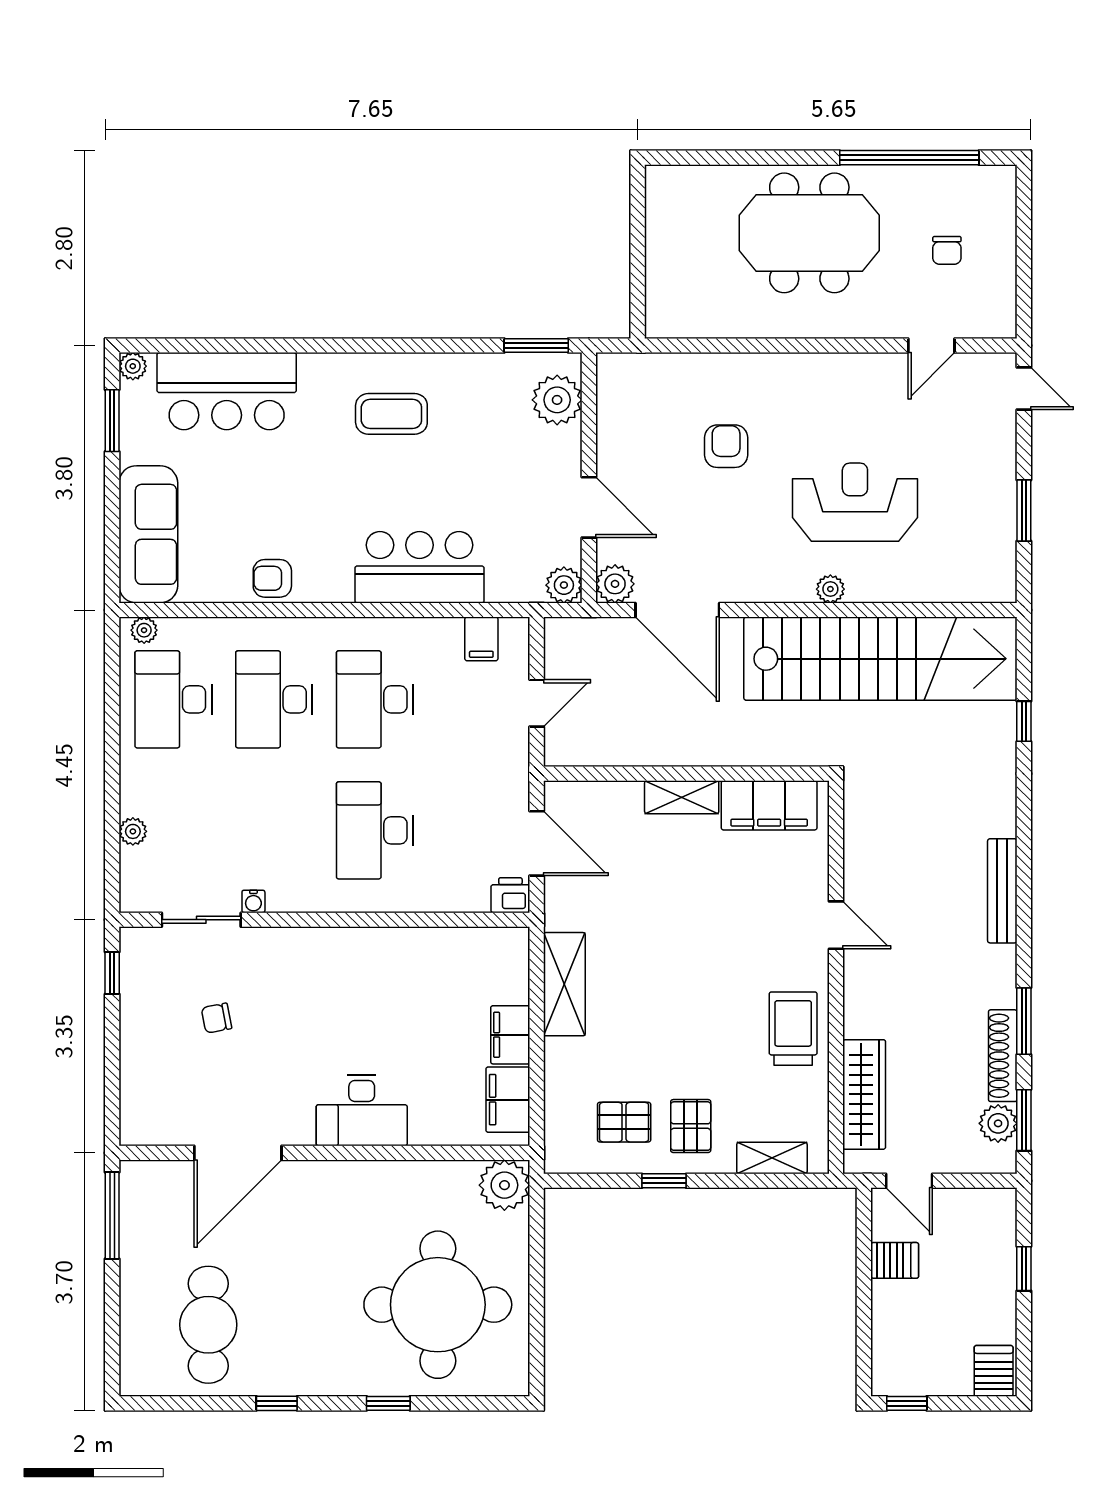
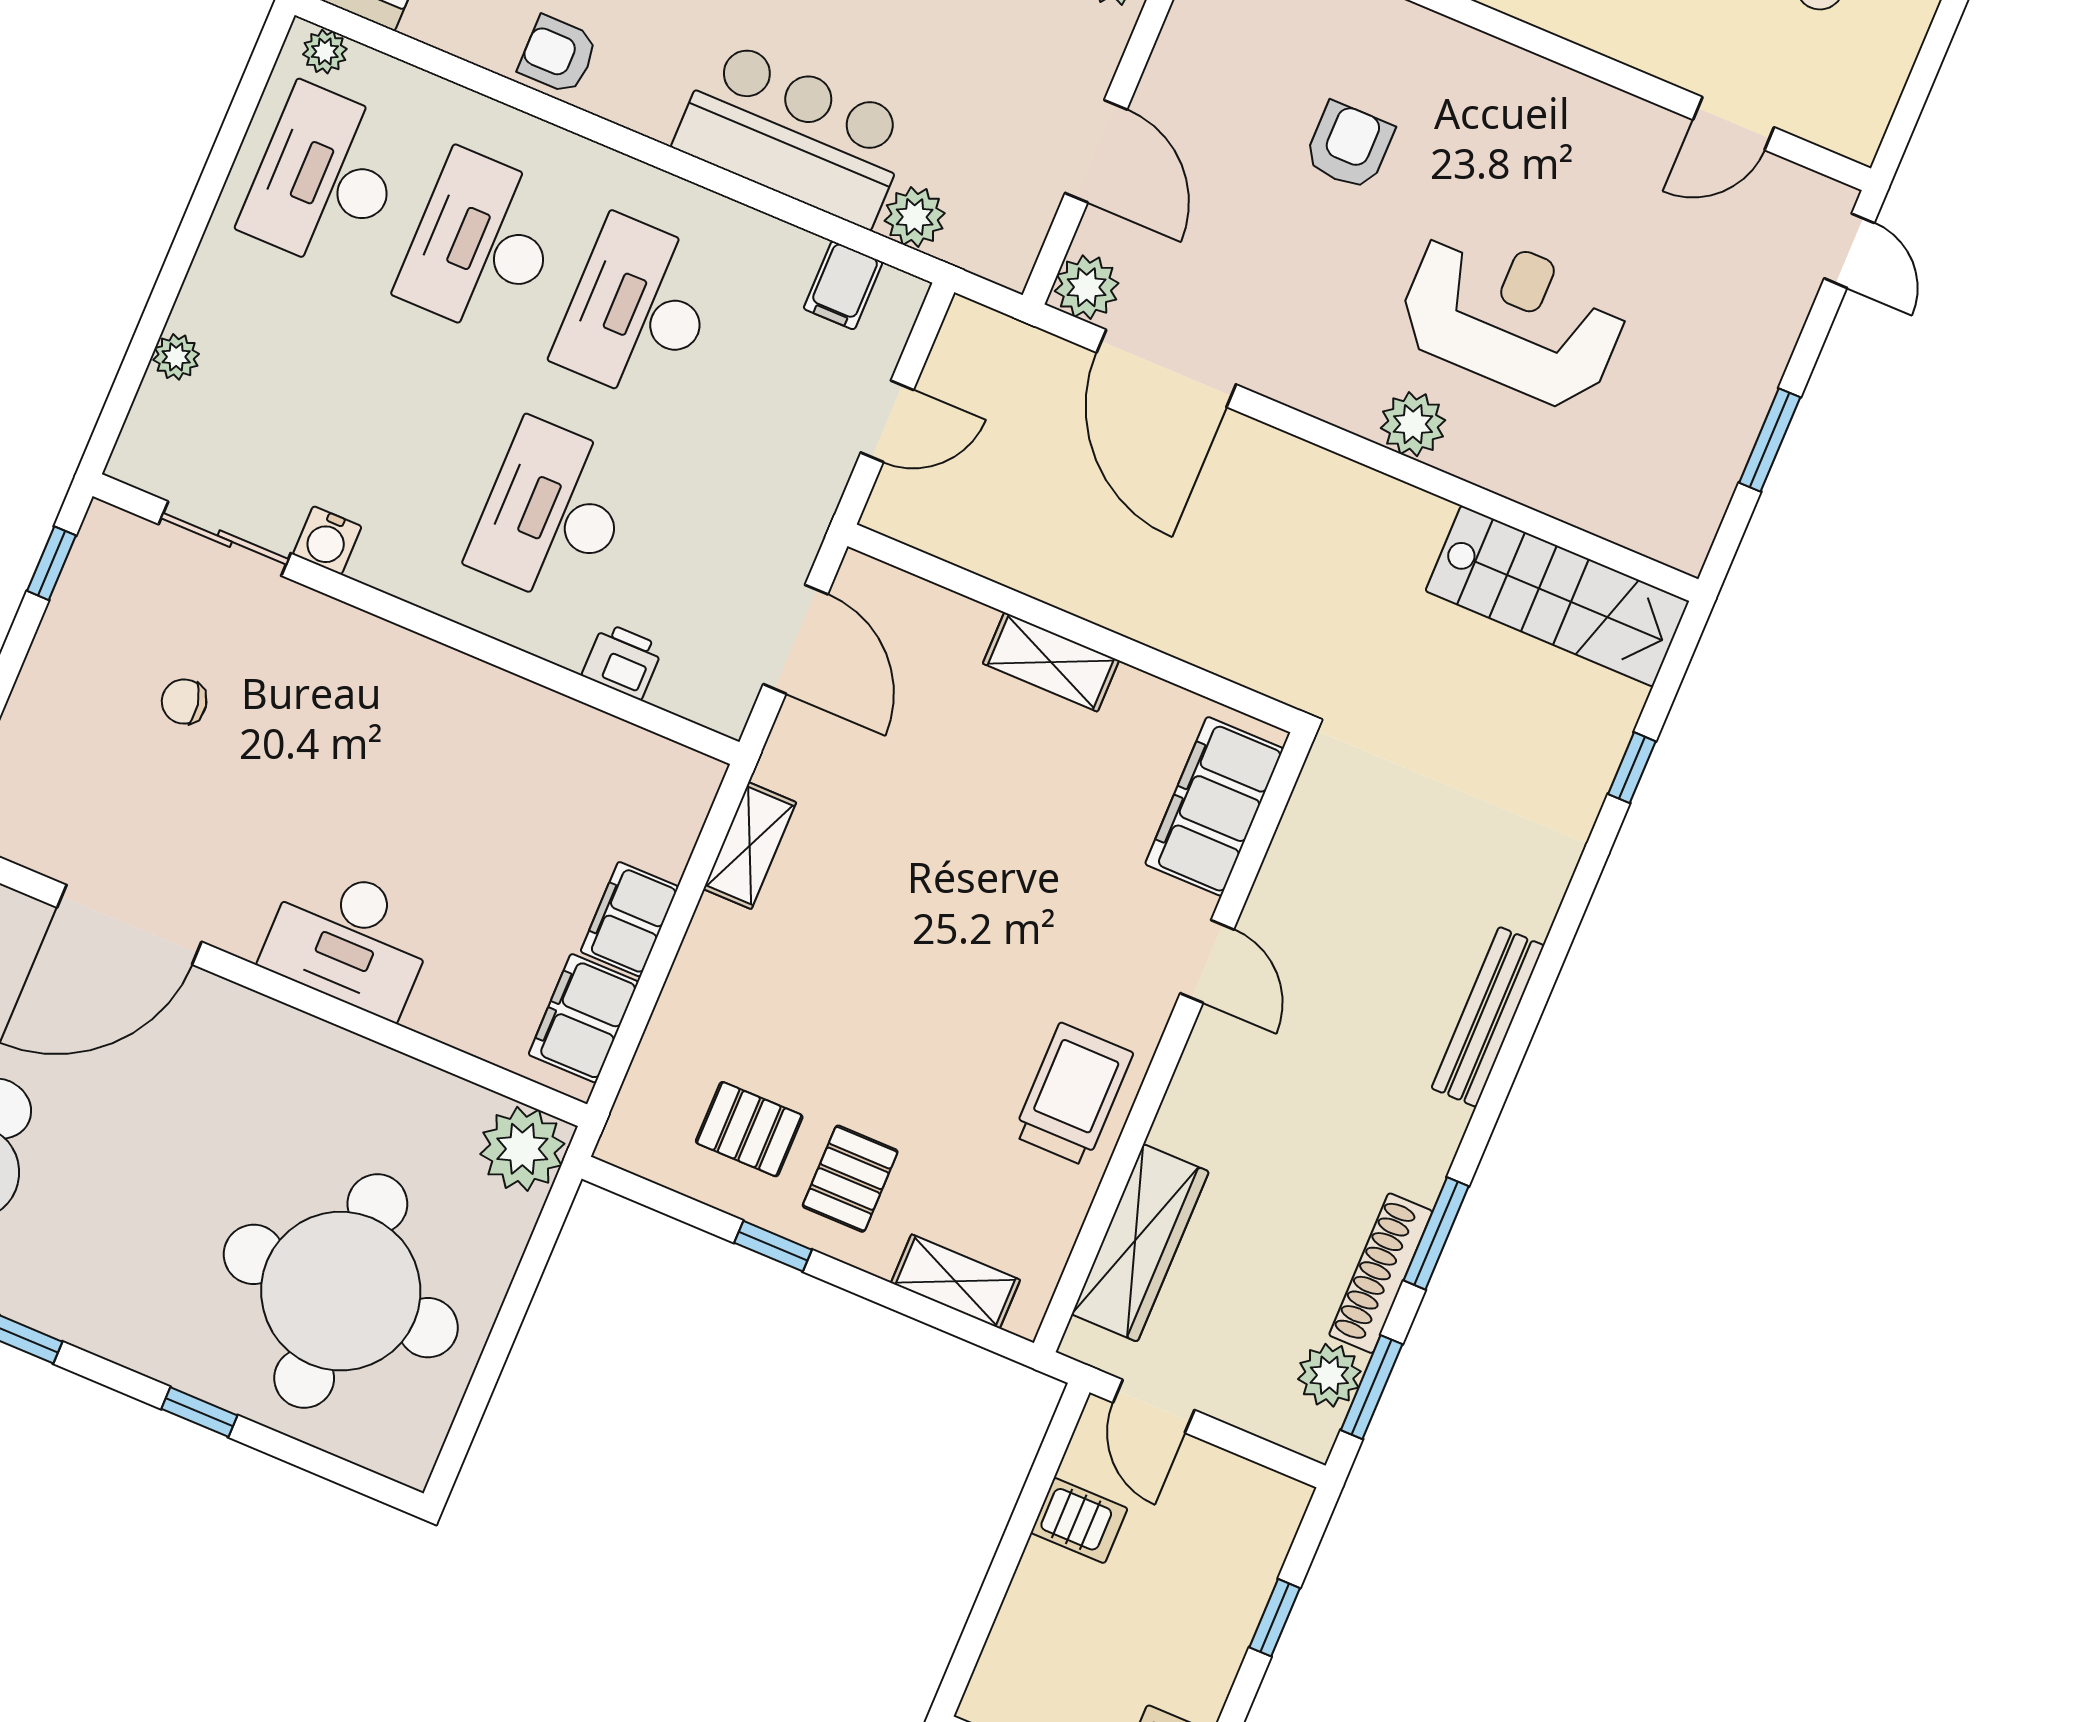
plant: (564, 585) -> (915, 217), moved
plant: (830, 589) -> (1413, 424), width x1.38, depth x1.38
stairs: (880, 659) -> (1557, 596), width x0.54, depth x0.66
filing cabinet: (769, 805) -> (1214, 806), moved, turned 90
printer: (510, 895) -> (623, 661), moved
water cooler: (253, 901) -> (327, 540), width x1.38, depth x1.38
shelving: (564, 984) -> (750, 846), width x0.67, depth x0.75

